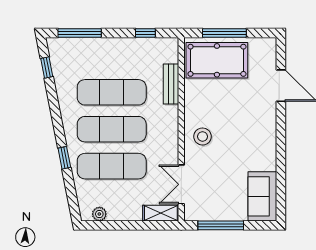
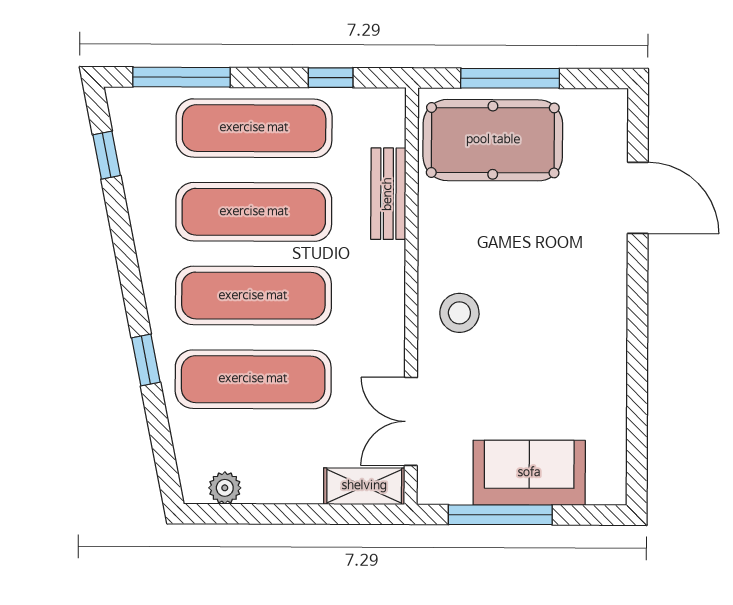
exercise mat: (112, 55) -> (254, 128), added
sofa: (262, 196) -> (529, 473), moved, turned 90

